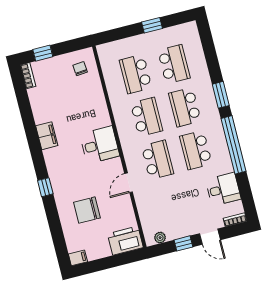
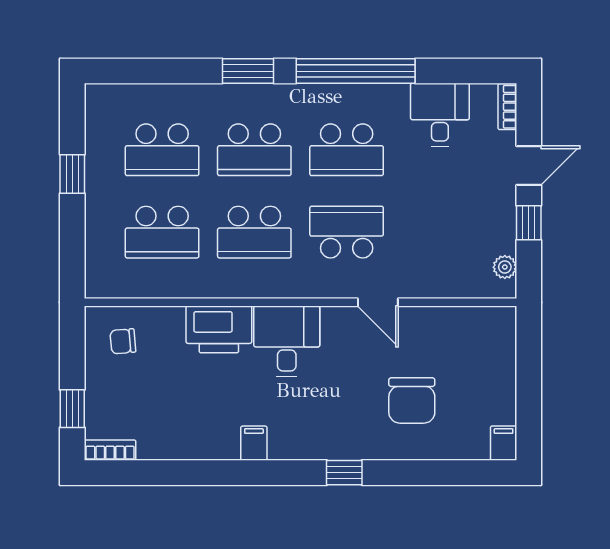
school desk: (174, 64) -> (162, 150), turned 180
school desk: (147, 117) -> (254, 232), turned 180
filing cabinet: (47, 136) -> (254, 443), width x0.50
printer: (125, 241) -> (219, 329), moved, turned -90

